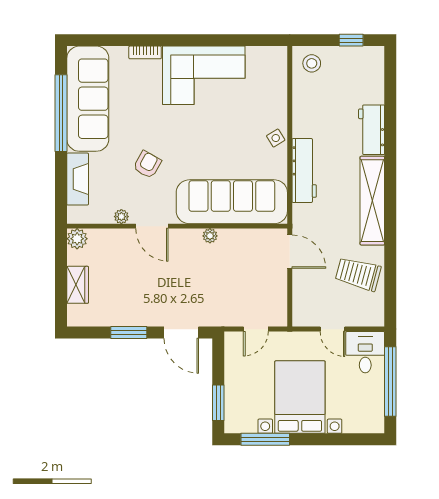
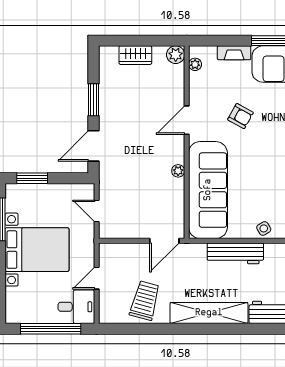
fireplace: (78, 179) -> (234, 53), width x0.73, depth x0.76
plant: (121, 217) -> (195, 64), moved

